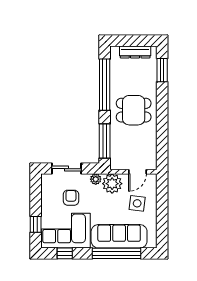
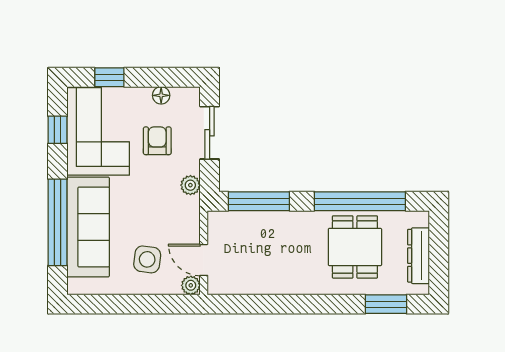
dining table: (134, 110) -> (355, 247), moved
plant: (112, 184) -> (191, 285), moved, width x0.53, depth x0.53
floor lamp: (46, 196) -> (161, 95), added
armchair: (71, 198) -> (157, 141), turned -90

